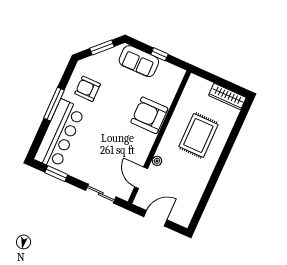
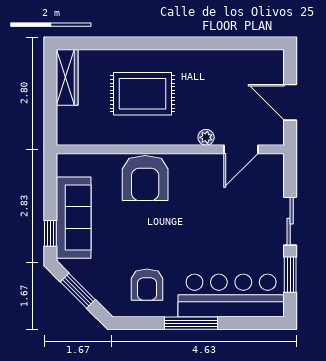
window: (159, 54) -> (50, 233), moved
sofa: (139, 61) -> (74, 218), width x1.36
sliding door: (101, 194) -> (290, 221), moved

